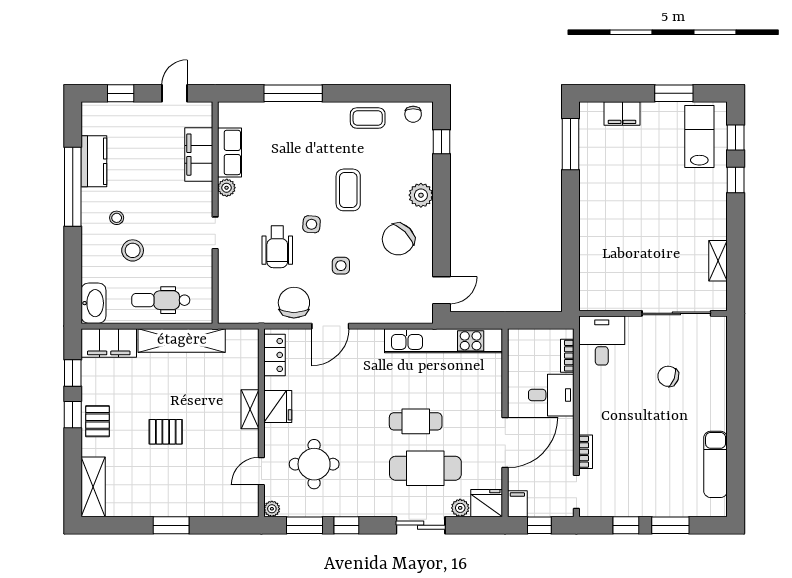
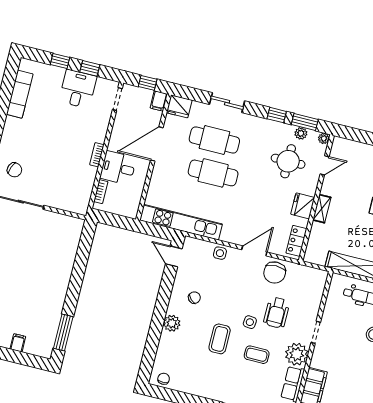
filing cabinet: (622, 114) -> (18, 343), width x0.50
coffee table: (368, 118) -> (257, 355), moved
window: (442, 142) -> (149, 356), removed
plant: (227, 188) -> (297, 354), width x1.88, depth x1.88
chair: (398, 239) -> (194, 298), width x0.54, depth x0.54
wheelchair: (277, 247) -> (277, 313), turned 180
side table: (341, 266) -> (220, 253), moved
door: (442, 290) -> (174, 256), hinge flipped
desk: (602, 341) -> (78, 89), moved, turned 180
chair: (668, 376) -> (15, 170), moved
cafe table: (416, 421) -> (213, 173), width x1.37, depth x1.35
bookcase: (586, 452) -> (97, 155), moved
plant: (460, 508) -> (301, 133), moved
window: (670, 525) -> (60, 61), width x0.67

